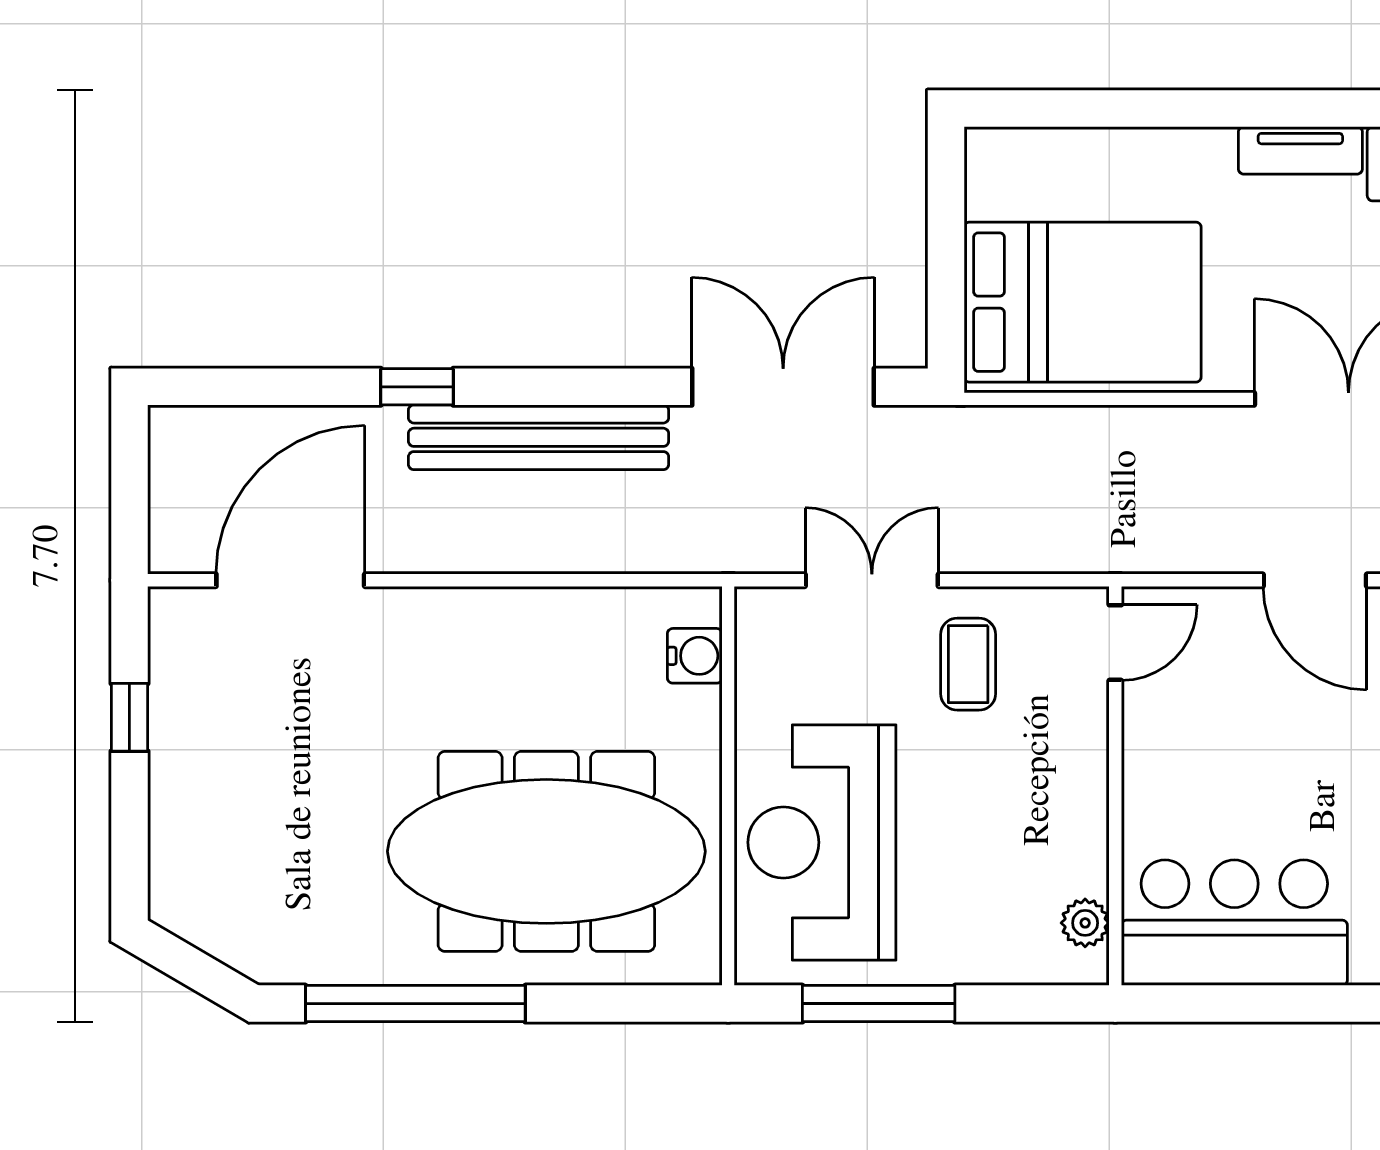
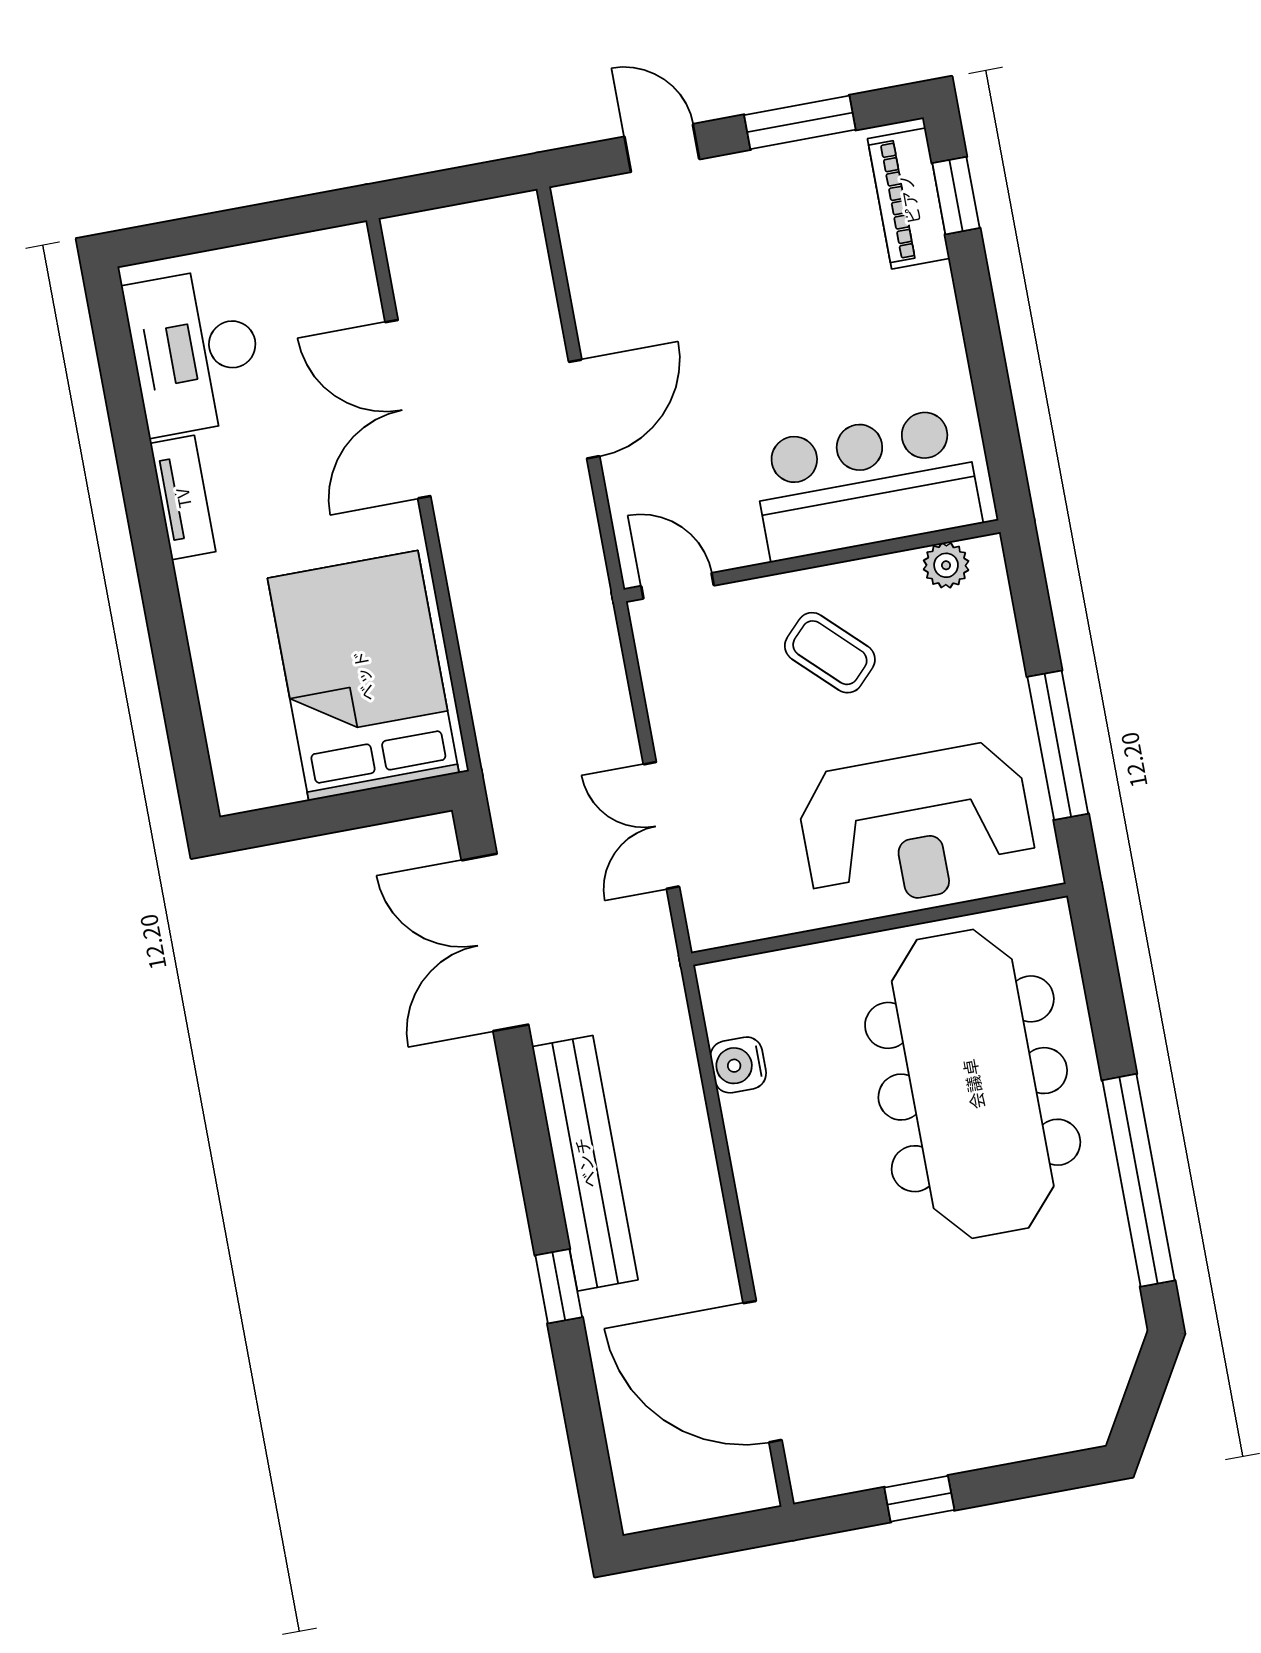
water cooler: (695, 656) -> (738, 1065), moved, turned -90
coffee table: (968, 664) -> (830, 653), moved, turned 44
bar counter: (1234, 923) -> (866, 484), moved, turned 90

